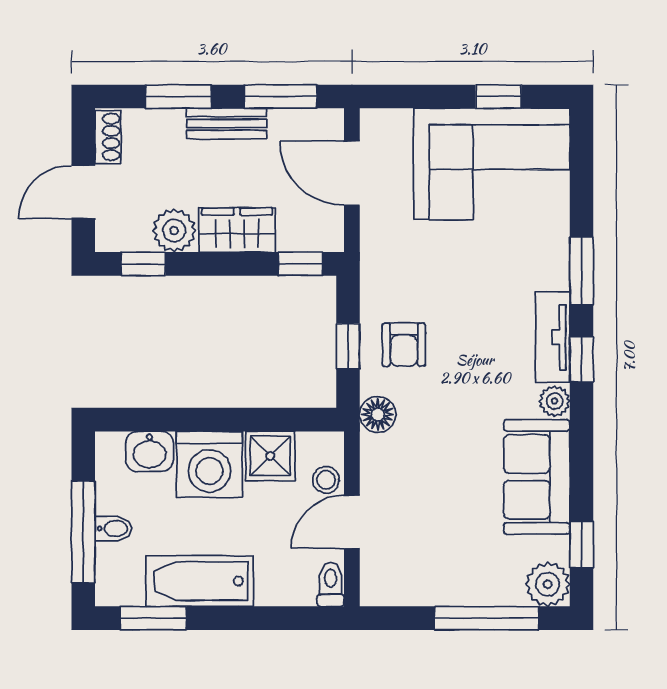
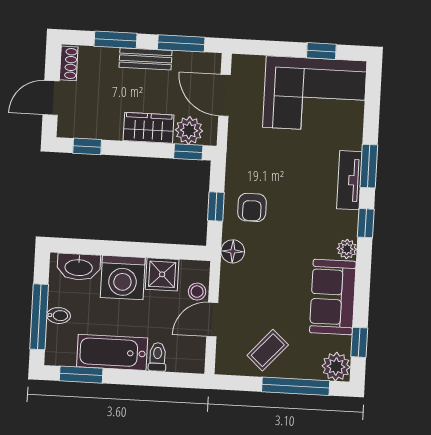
plant: (174, 231) -> (189, 130), moved
tv unit: (553, 337) -> (349, 180), moved
washbasin: (150, 451) -> (79, 267), width x1.38
coffee table: (440, 565) -> (268, 350), added
toilet: (331, 584) -> (157, 357), moved

